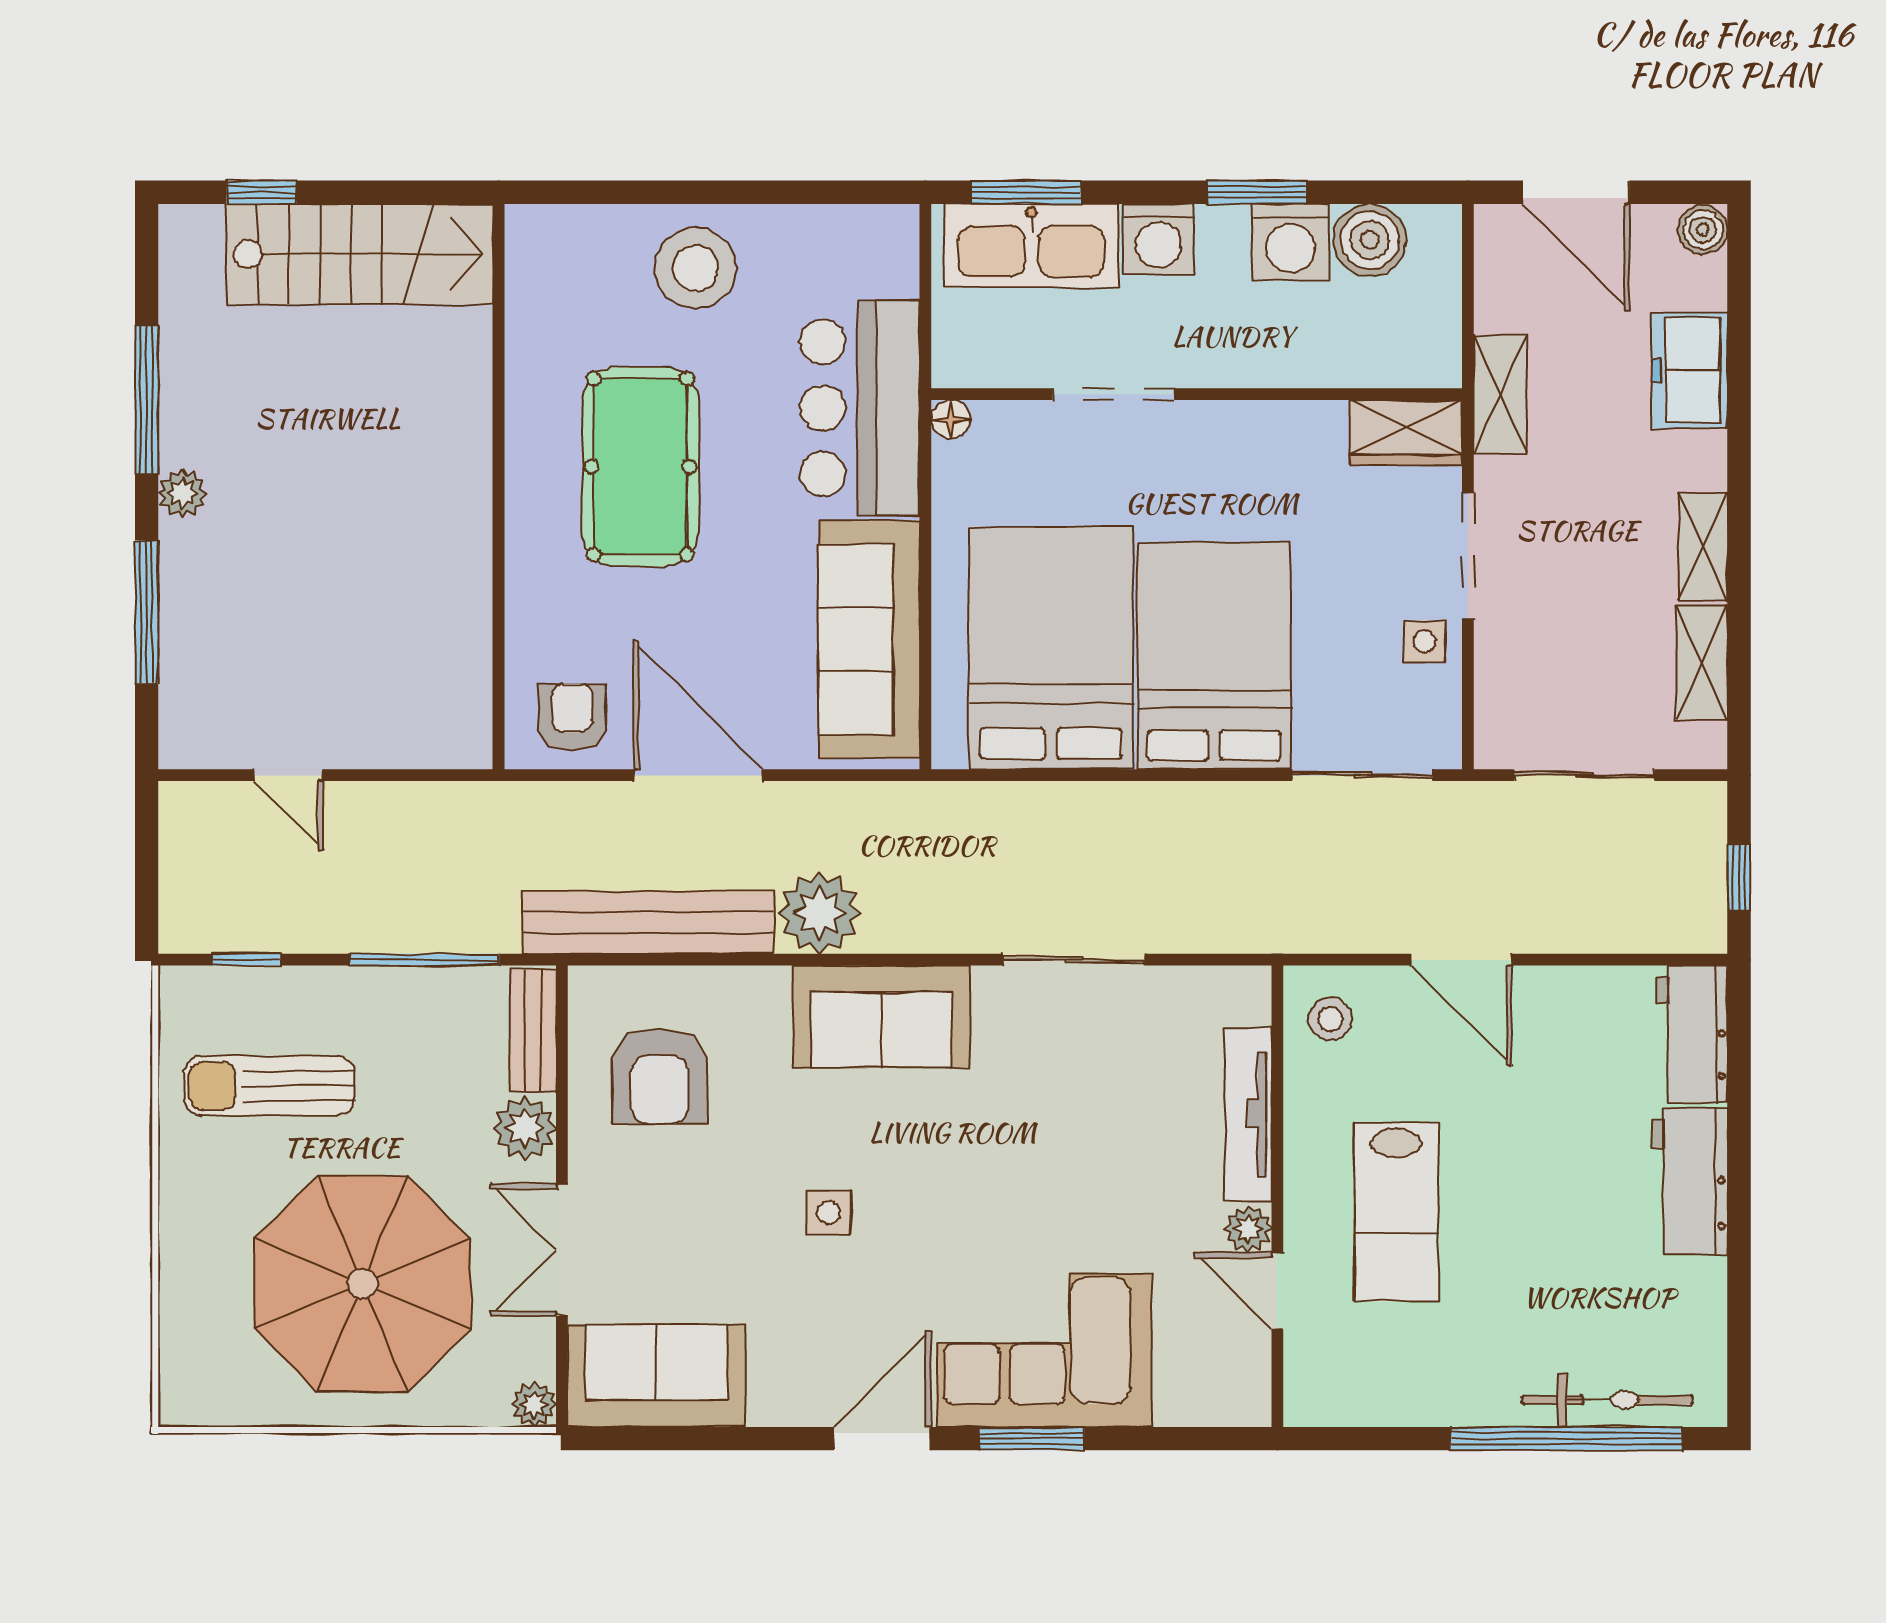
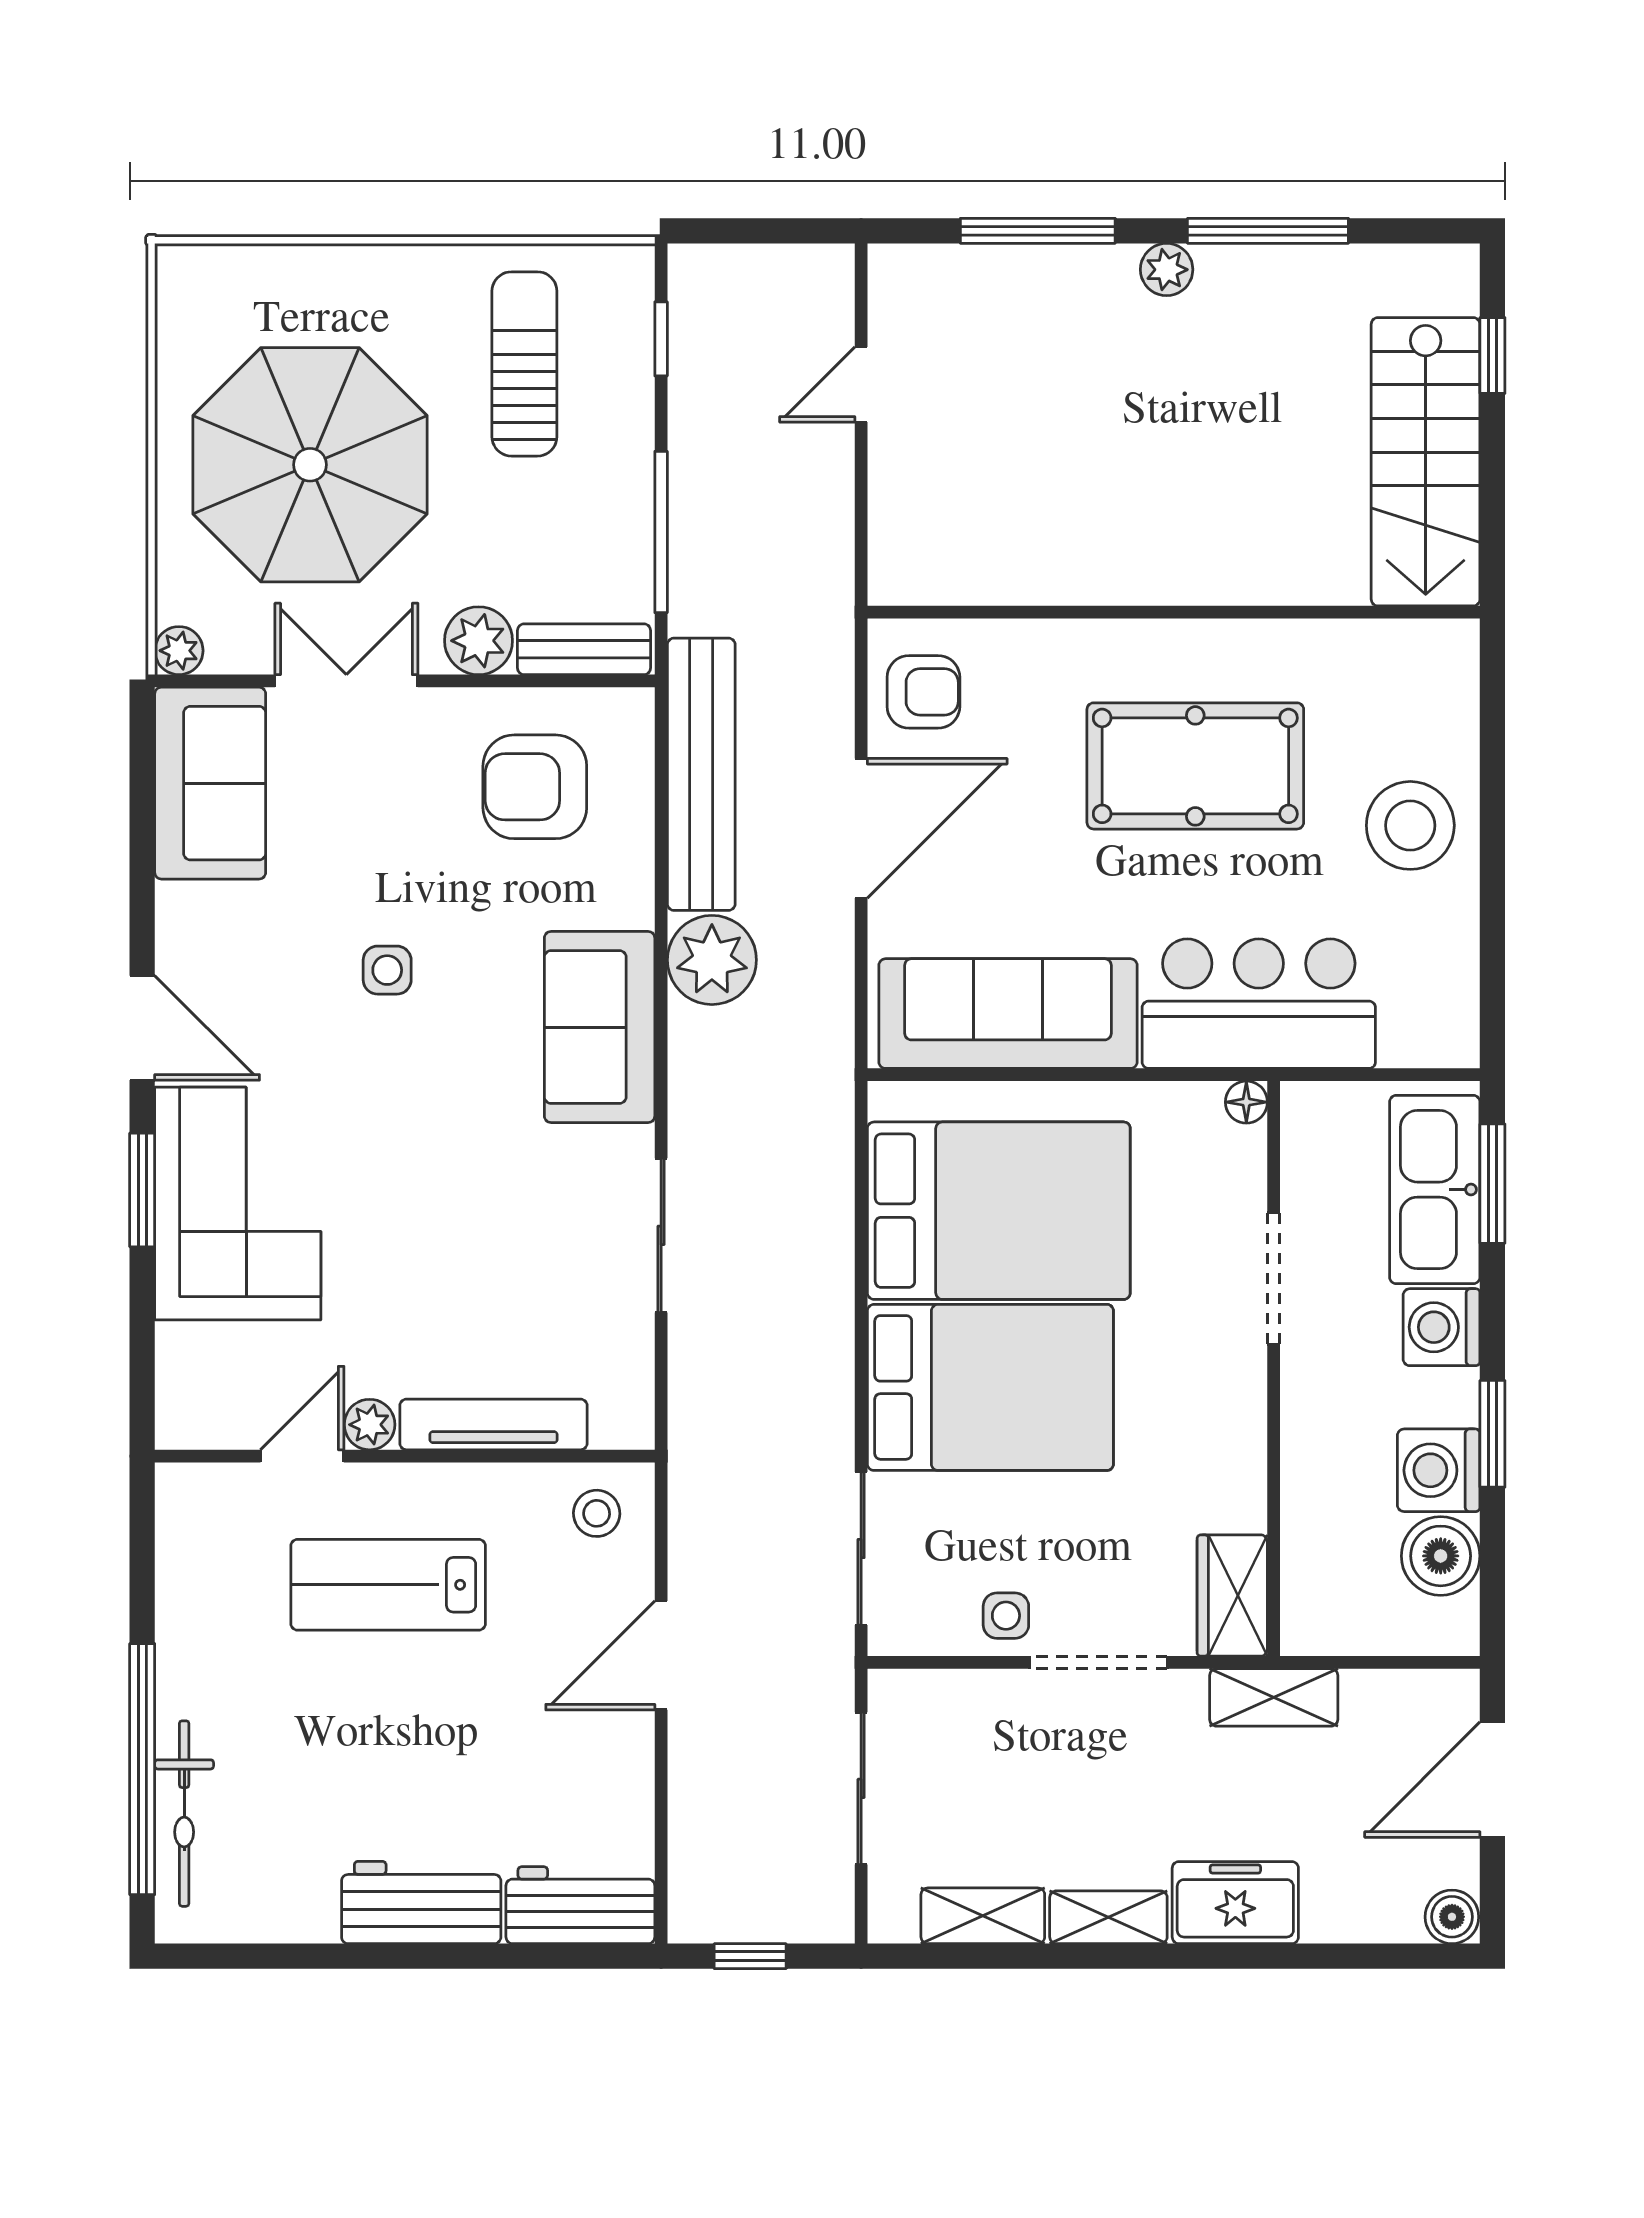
freezer: (1690, 371) -> (1235, 1903), moved

